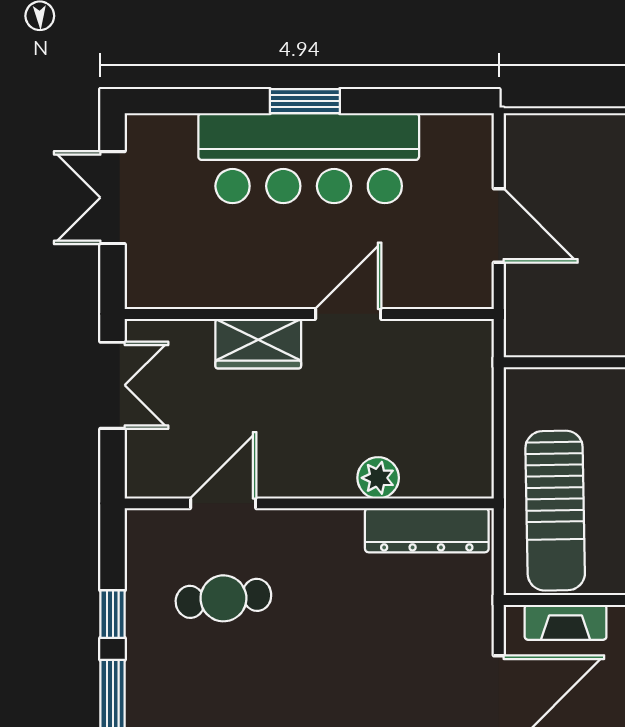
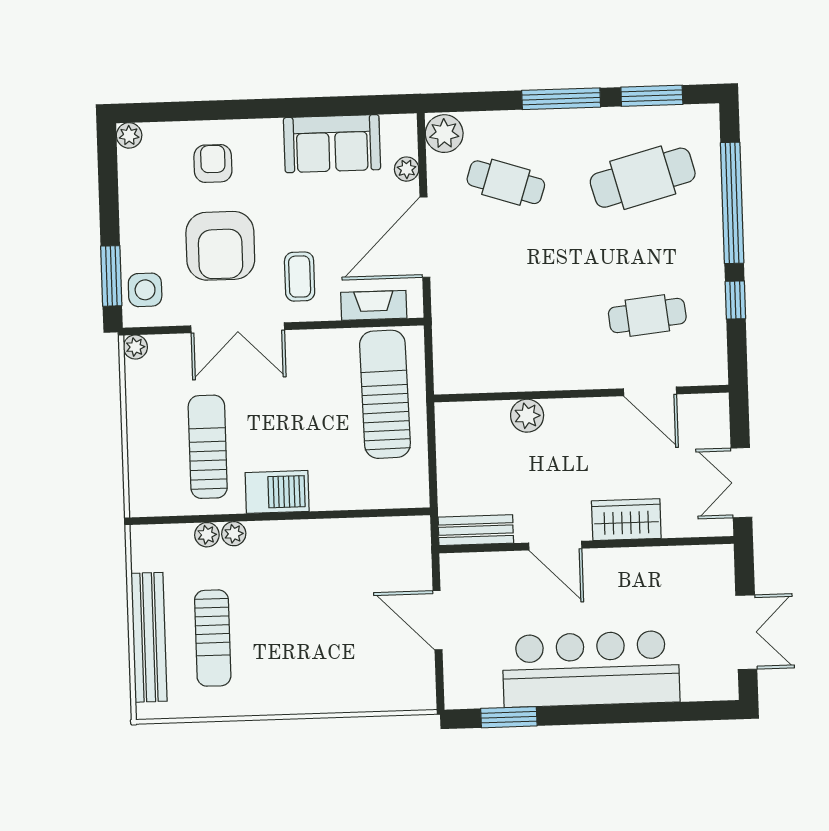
window: (305, 101) -> (509, 717), moved
door: (348, 314) -> (555, 546), hinge flipped
bench: (447, 337) -> (476, 530), added
door: (223, 503) -> (650, 391), hinge flipped
dresser: (427, 530) -> (487, 375), removed

